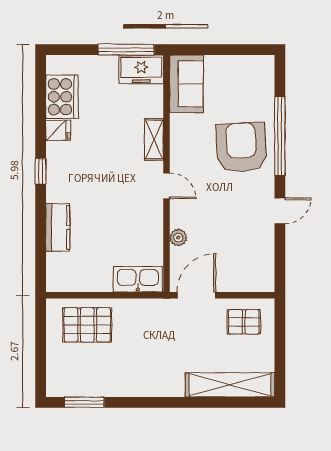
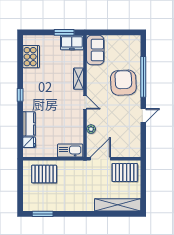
window: (126, 50) -> (64, 32), width x0.69
fridge: (58, 130) -> (29, 142), moved
pallet: (244, 322) -> (125, 173), width x1.50, depth x1.42

